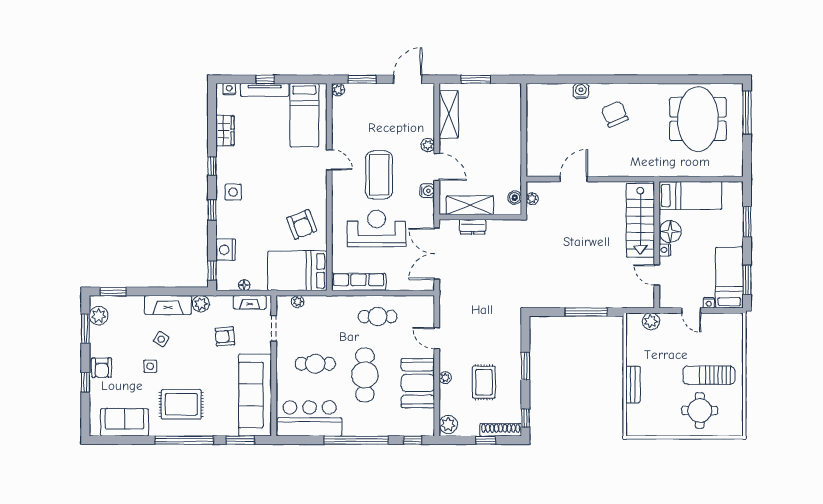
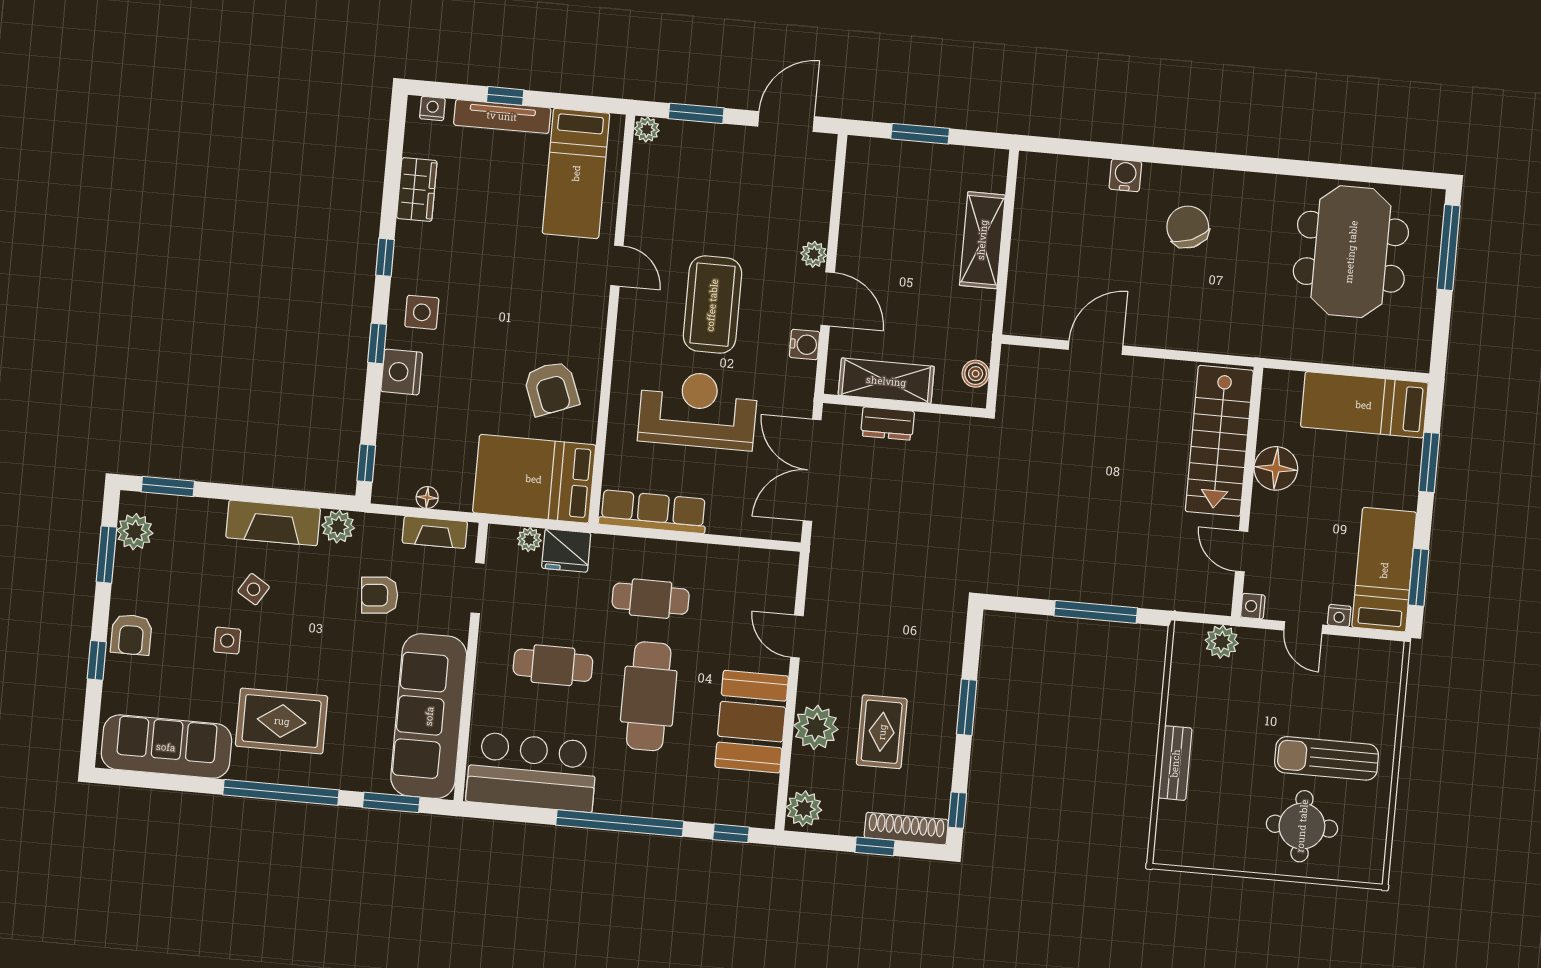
shelving: (449, 114) -> (982, 240), moved
bed: (690, 195) -> (1364, 405), moved, turned 180
plant: (532, 199) -> (1010, 379), removed
nightstand: (226, 250) -> (402, 372), moved
nightstand: (665, 250) -> (1253, 606), moved
fridge: (317, 305) -> (566, 551), added
cafe table: (378, 316) -> (651, 599), moved
plant: (445, 378) -> (816, 727), width x1.88, depth x1.88
sofa: (124, 422) -> (166, 747), width x1.36

